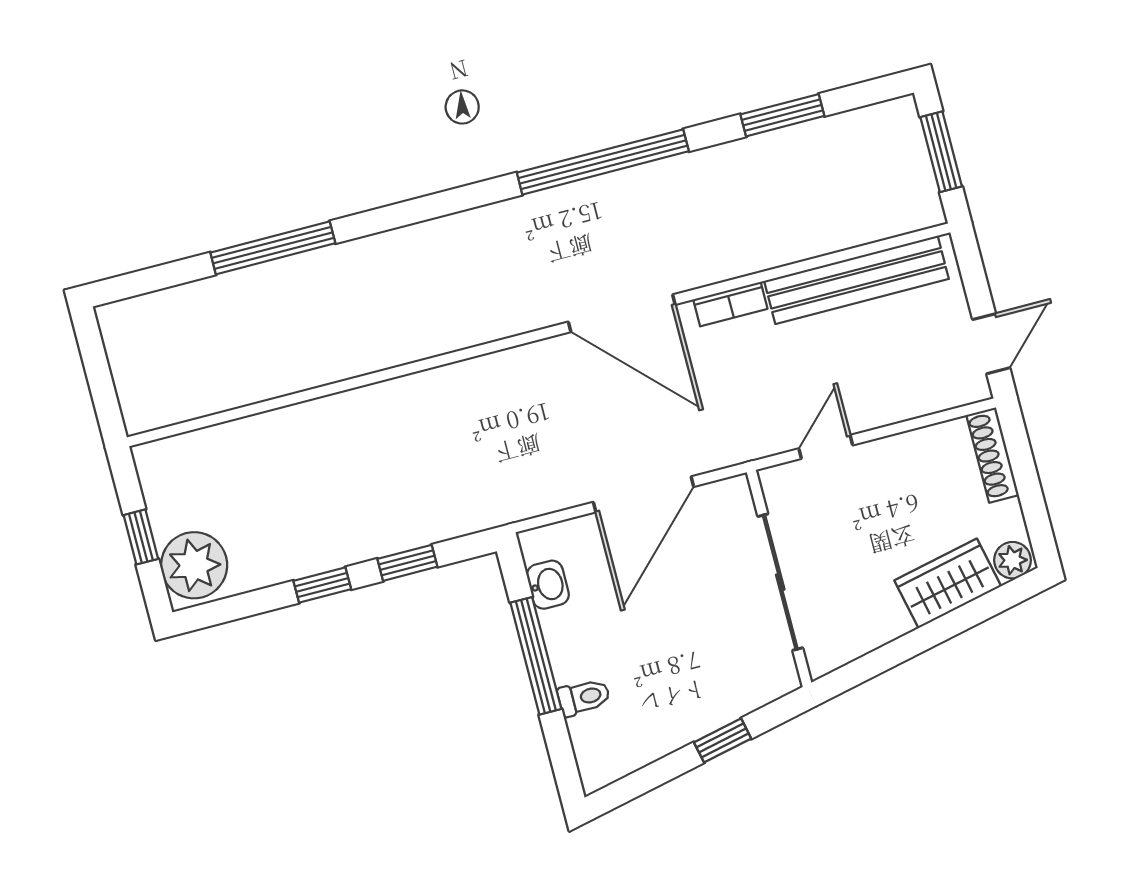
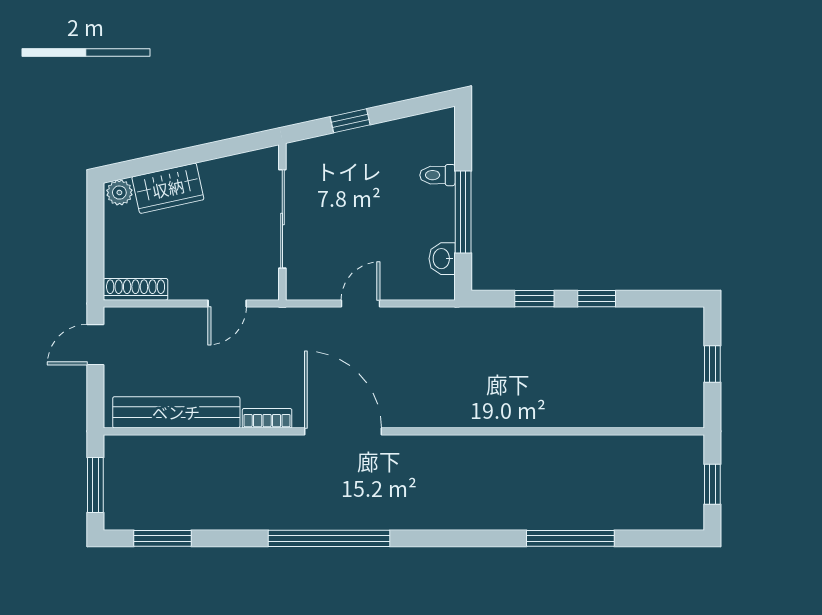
window: (782, 115) -> (163, 538), moved
window: (98, 372) -> (712, 484), added
shoe rack: (993, 455) -> (136, 289), moved, turned -90
door: (643, 494) -> (360, 303), width x0.53
plant: (194, 565) -> (681, 335), removed

